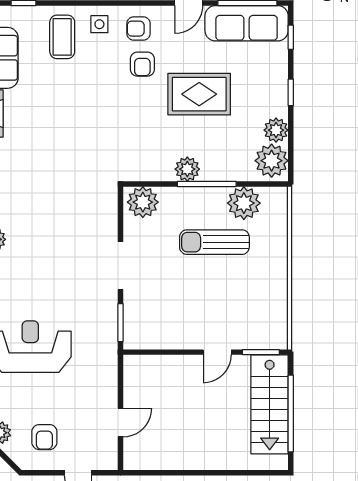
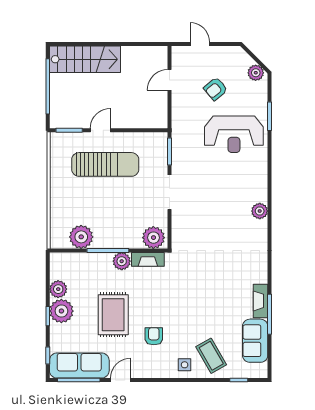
armchair: (138, 29) -> (157, 362), removed
coffee table: (62, 37) -> (211, 356), turned -30
rug: (199, 94) -> (113, 315), turned 90
plant: (272, 161) -> (61, 311), moved
fireplace: (151, 172) -> (148, 259), added
sun lounger: (214, 242) -> (105, 164), moved, width x1.36, depth x1.34
stairs: (270, 404) -> (85, 59), moved, turned 90
armchair: (44, 437) -> (216, 89), moved, turned -130

